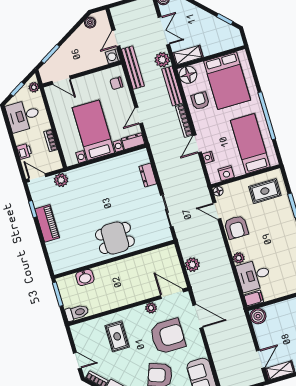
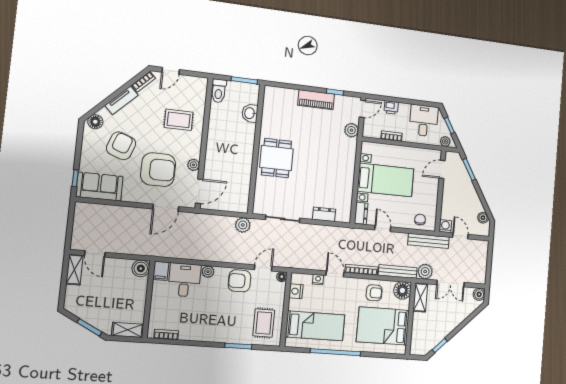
plant: (192, 265) -> (243, 225), moved
armchair: (168, 336) -> (158, 170), turned -90

